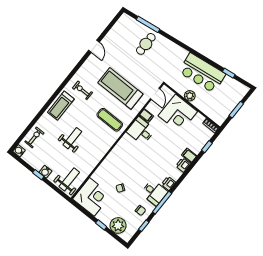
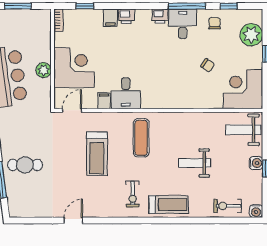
treadmill: (120, 88) -> (97, 154), width x0.73, depth x0.73

